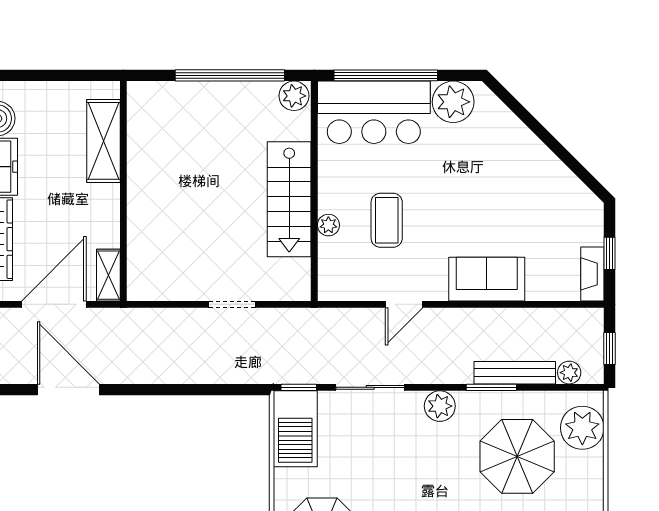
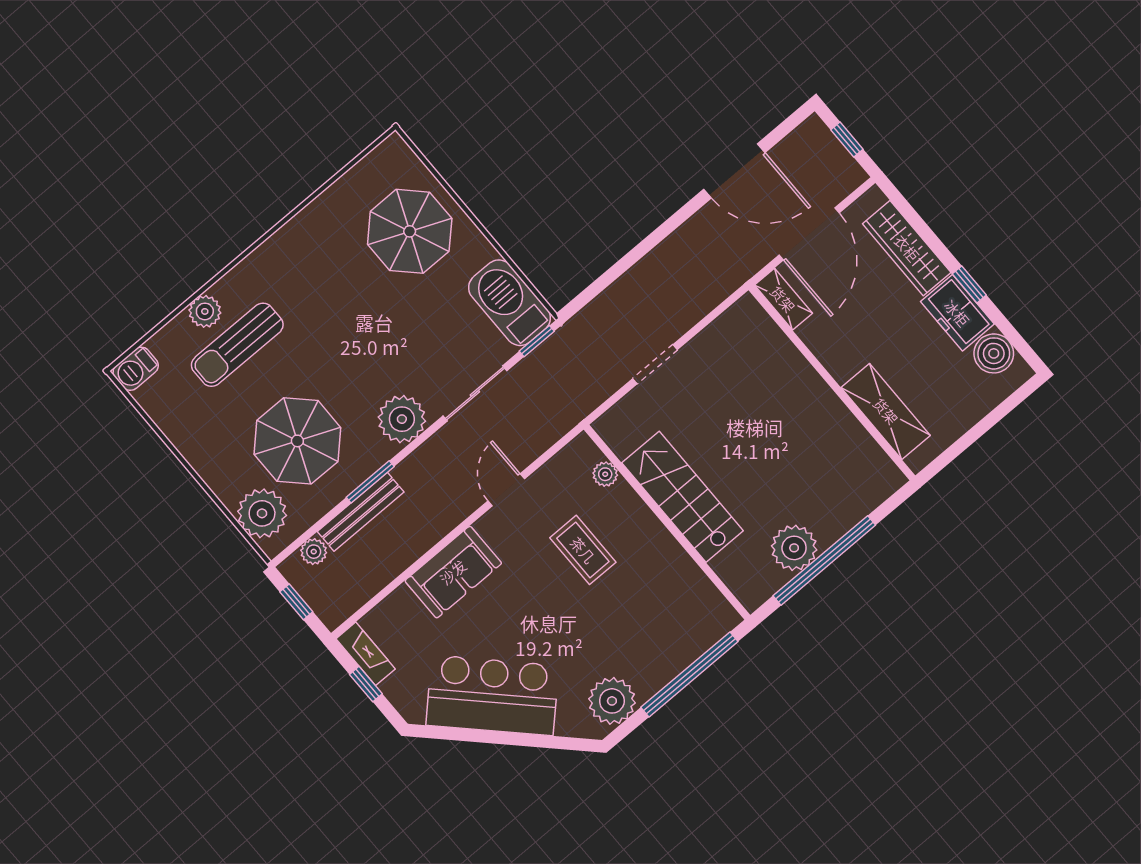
plant: (294, 96) -> (794, 548), moved, width x1.36, depth x1.36
bar counter: (374, 112) -> (492, 695), moved, turned 45
plant: (328, 225) -> (605, 474), moved
plant: (440, 406) -> (402, 419), width x1.36, depth x1.36

